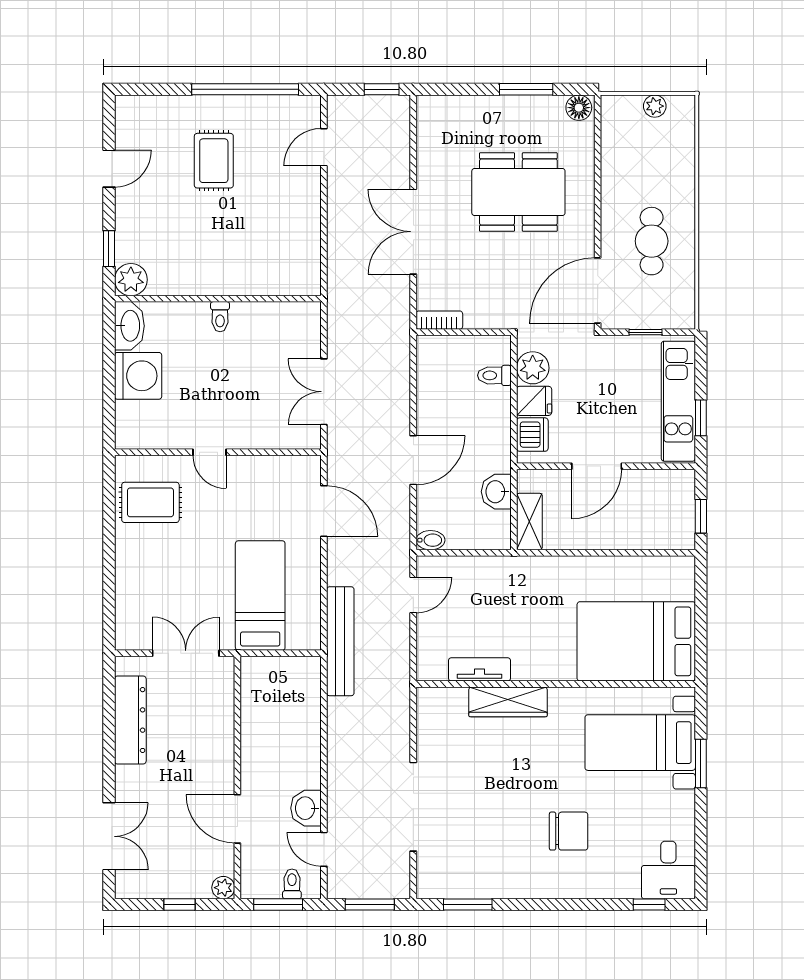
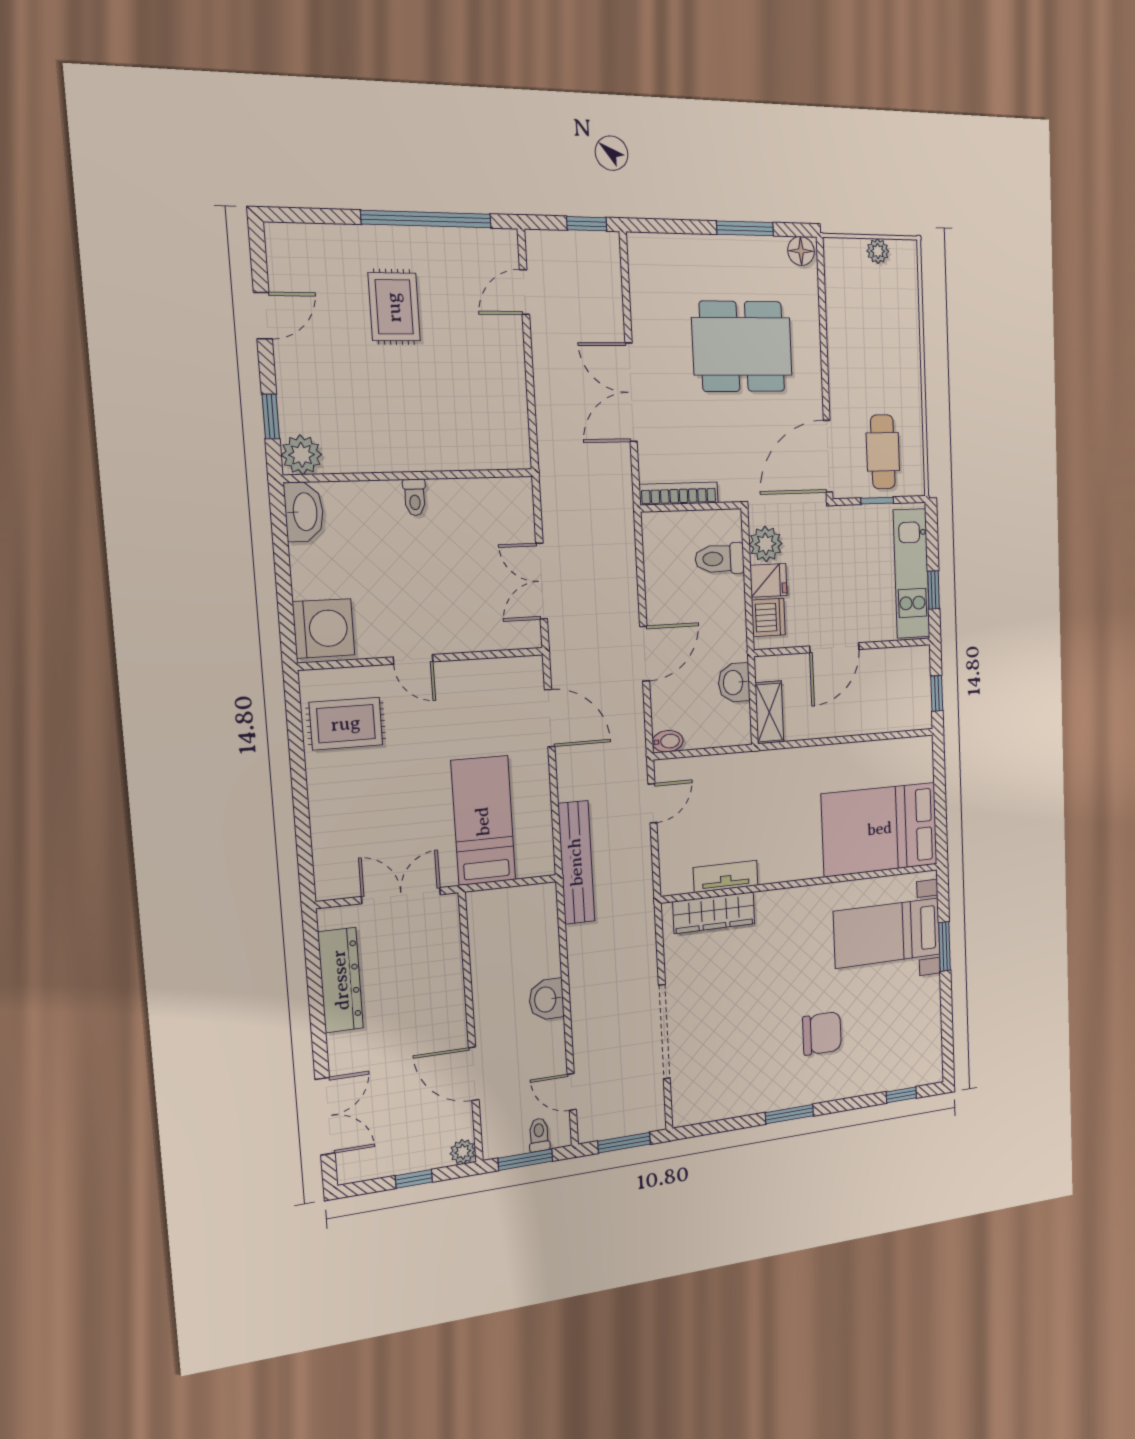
cafe table: (652, 241) -> (883, 452), moved
bookcase: (439, 320) -> (679, 493), width x1.56
toilet: (494, 375) -> (720, 559), width x1.37, depth x1.39
washing machine: (138, 376) -> (324, 628), moved
wardrobe: (508, 702) -> (714, 913), moved
washbasin: (306, 808) -> (546, 999), moved
desk: (668, 870) -> (918, 1057), removed
window: (468, 905) -> (789, 1114), moved

